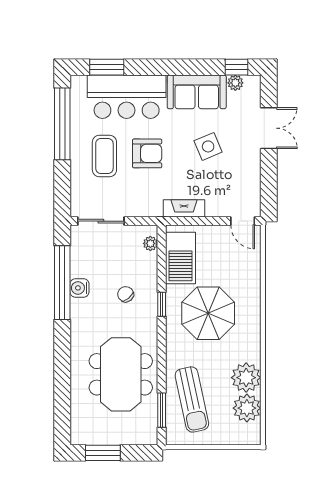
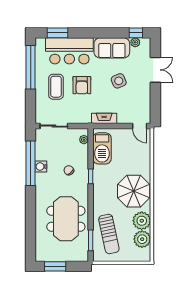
armchair: (147, 153) -> (82, 85), turned 90
parasol: (208, 313) -> (134, 191), moved

